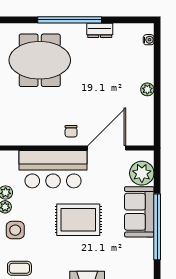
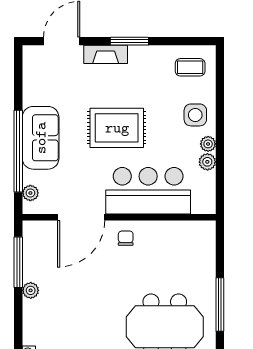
window: (157, 112) -> (18, 262), added
plant: (142, 173) -> (30, 193), width x0.53, depth x0.53
window: (157, 227) -> (18, 151), moved

